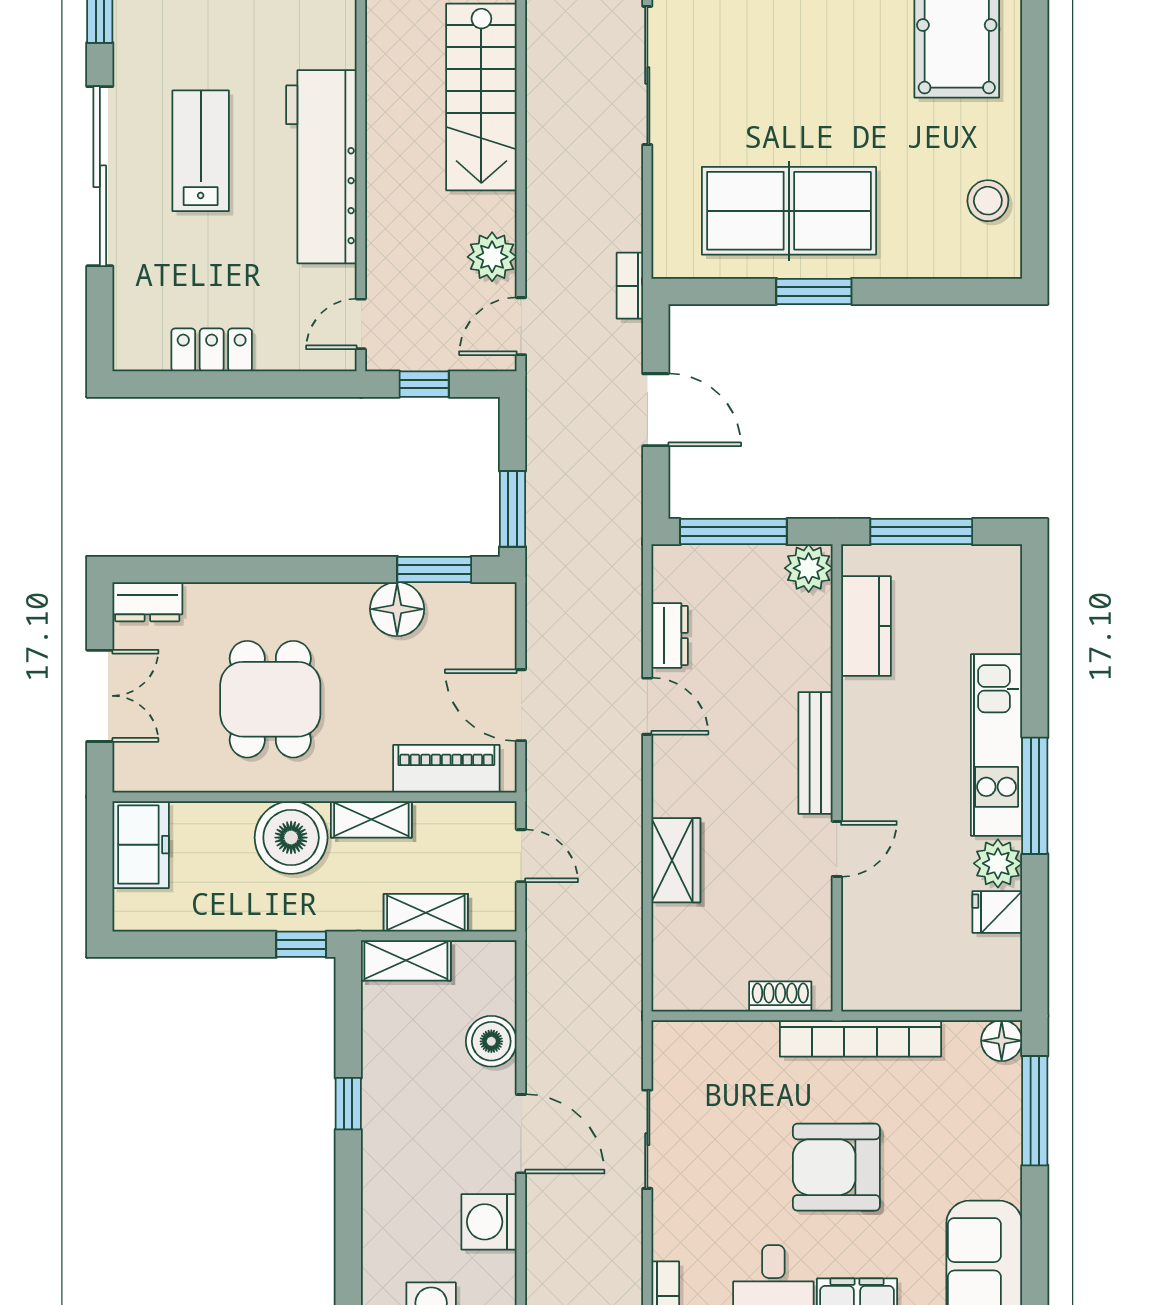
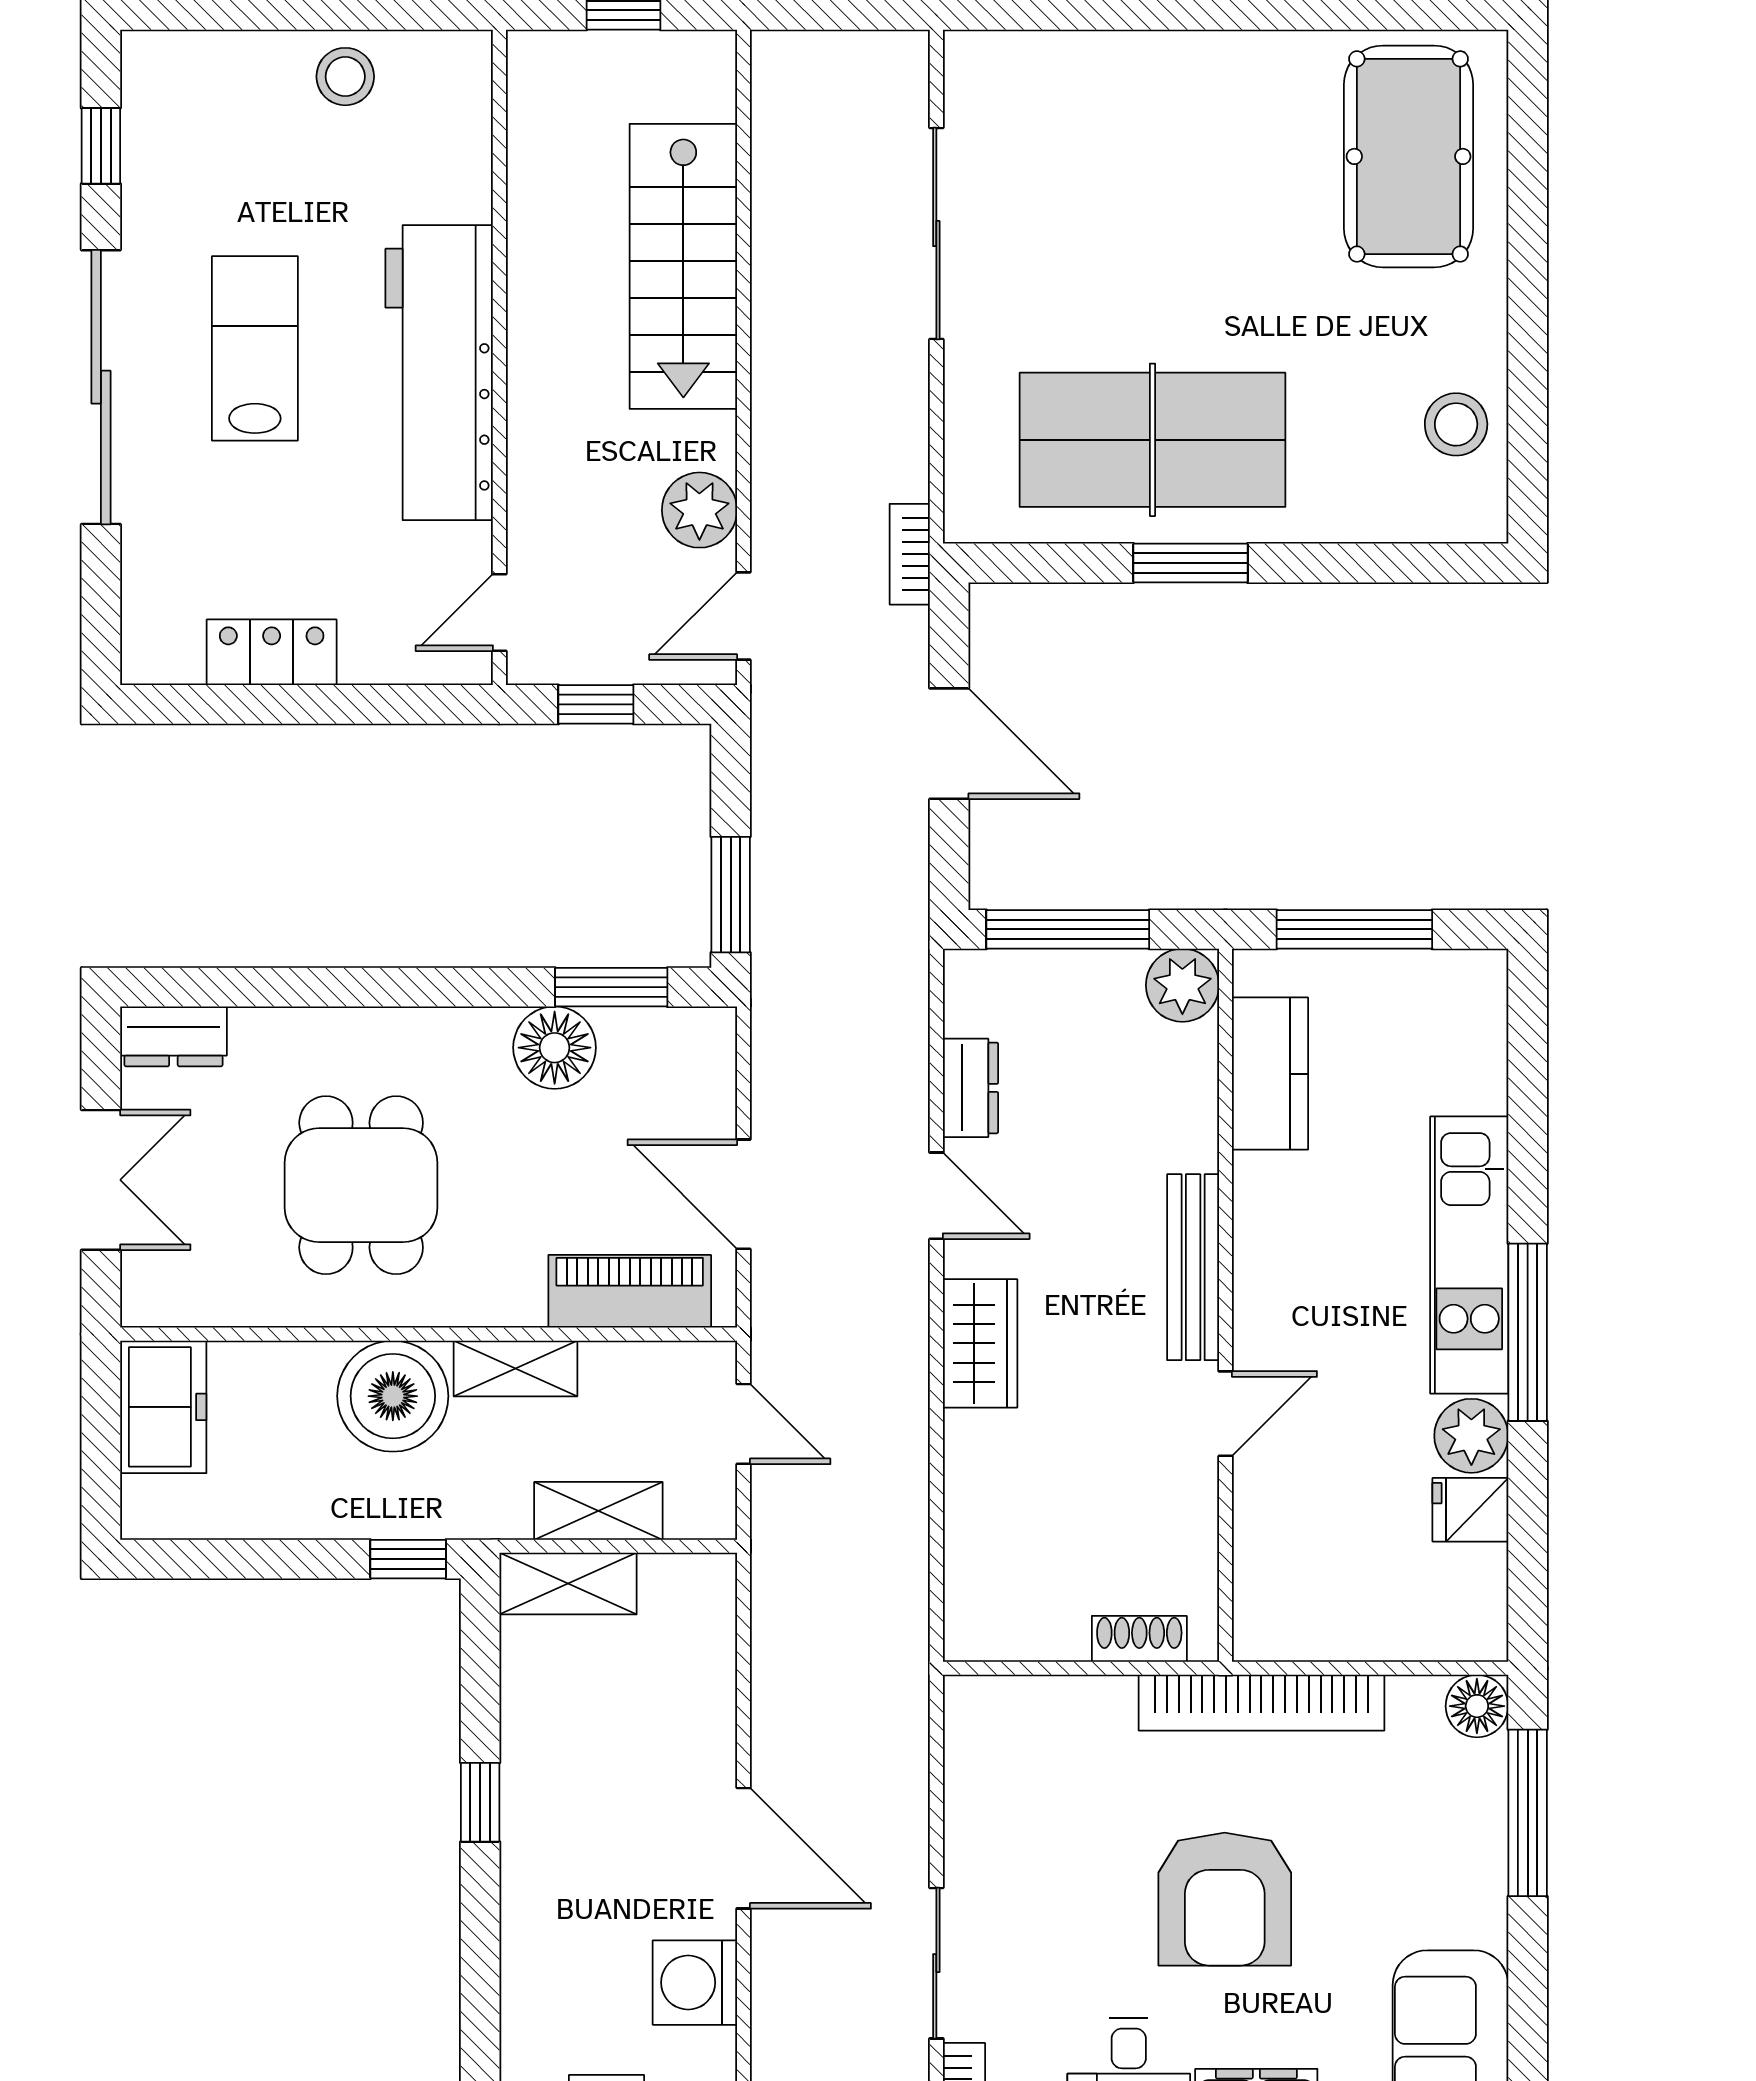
wardrobe: (676, 860) -> (980, 1343), moved
boiler: (491, 1041) -> (698, 1707), removed
sliding door: (647, 1139) -> (936, 1963), moved
armchair: (836, 1167) -> (1225, 1899), turned -90

